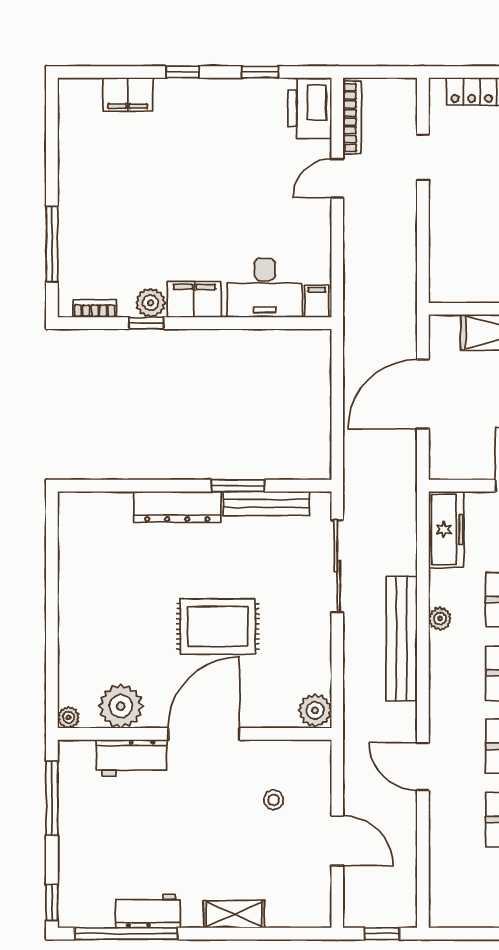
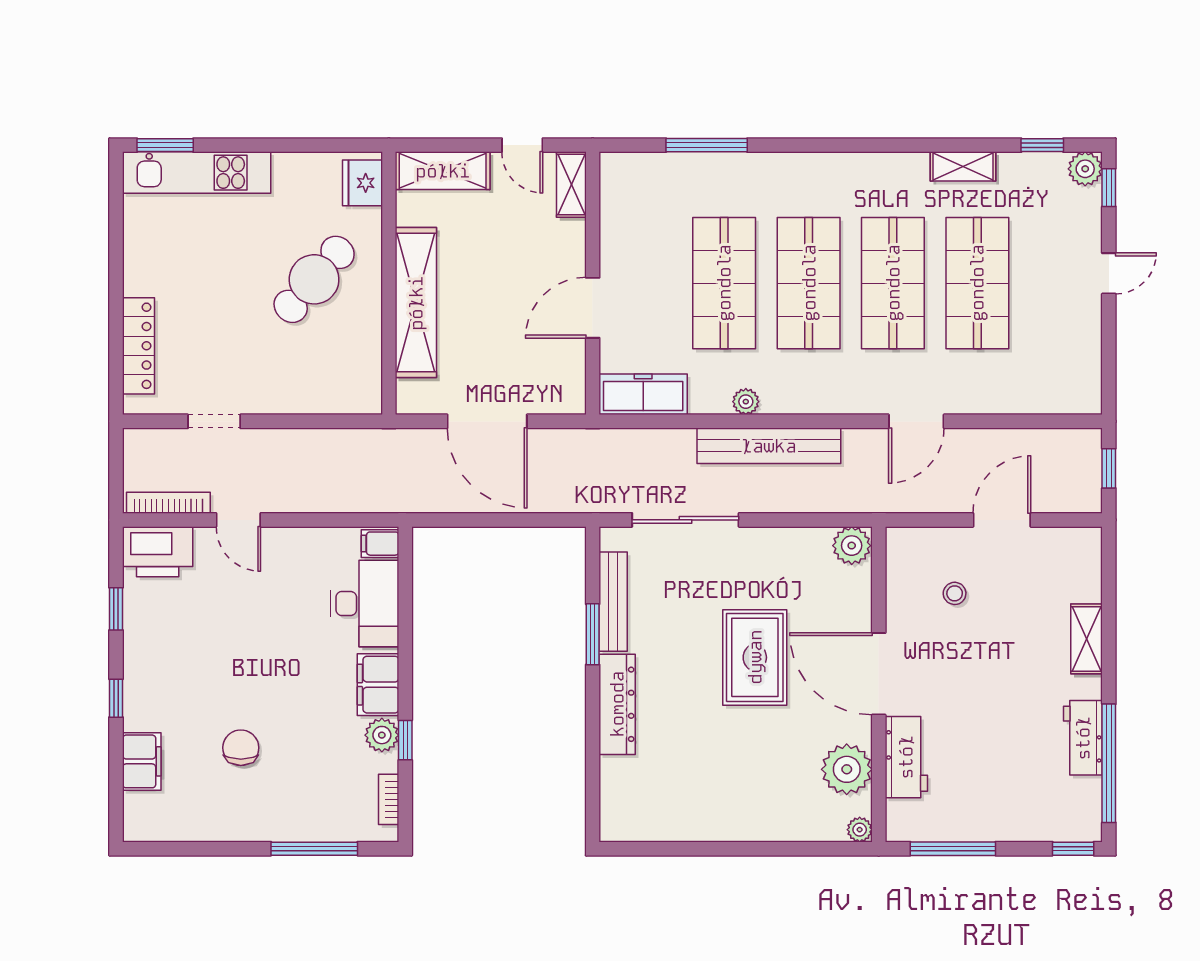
chair: (140, 180) -> (241, 748), added

